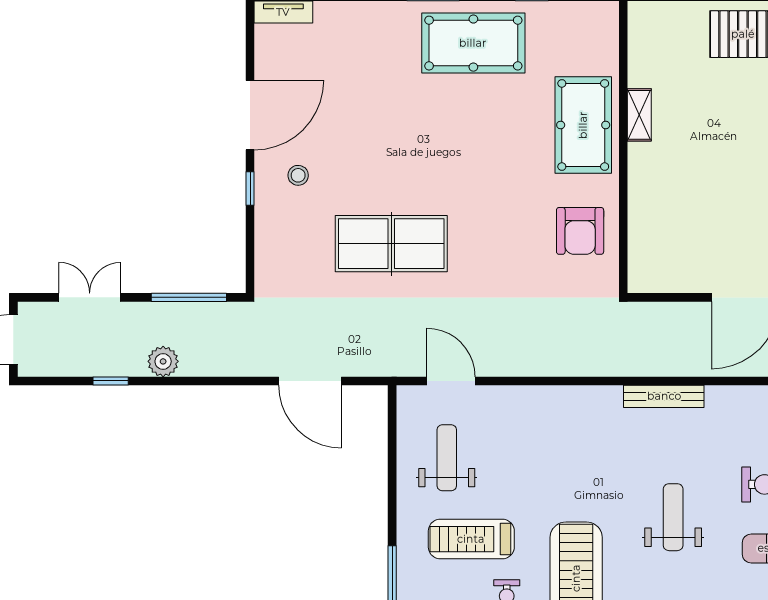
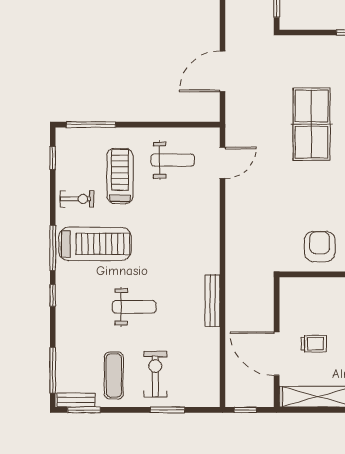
armchair: (580, 231) -> (320, 246), turned 90
trolley: (730, 240) -> (314, 344), added

